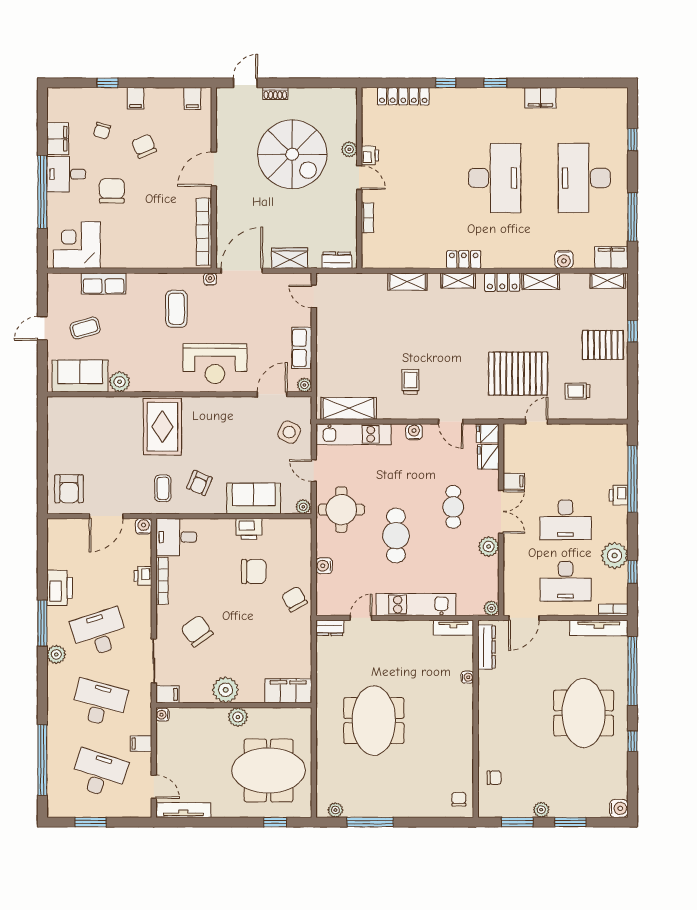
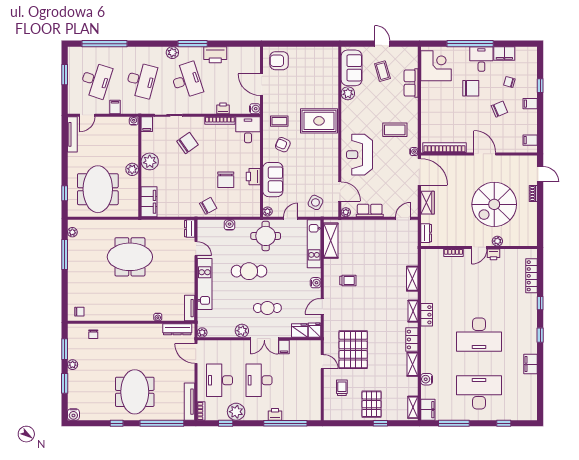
meeting table: (584, 713) -> (135, 392), turned 90

